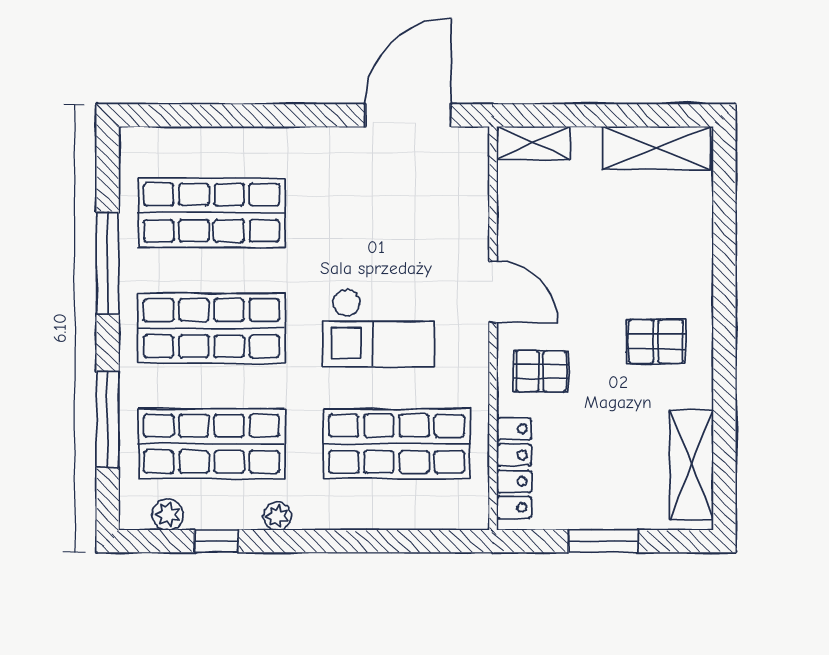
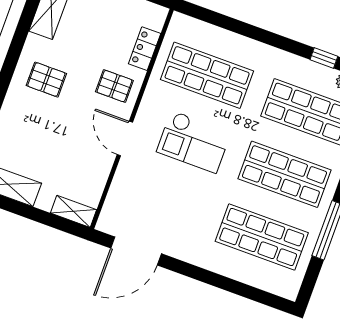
checkout: (379, 328) -> (194, 142), turned 180
locker: (514, 468) -> (145, 49), width x0.66
plant: (277, 516) -> (286, 60), removed

